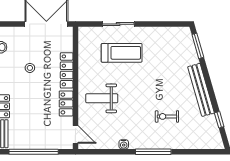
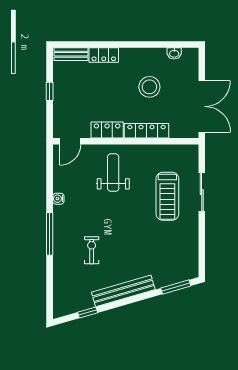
stool: (30, 68) -> (149, 87), width x1.89, depth x1.89
window: (34, 152) -> (50, 91), width x0.32

